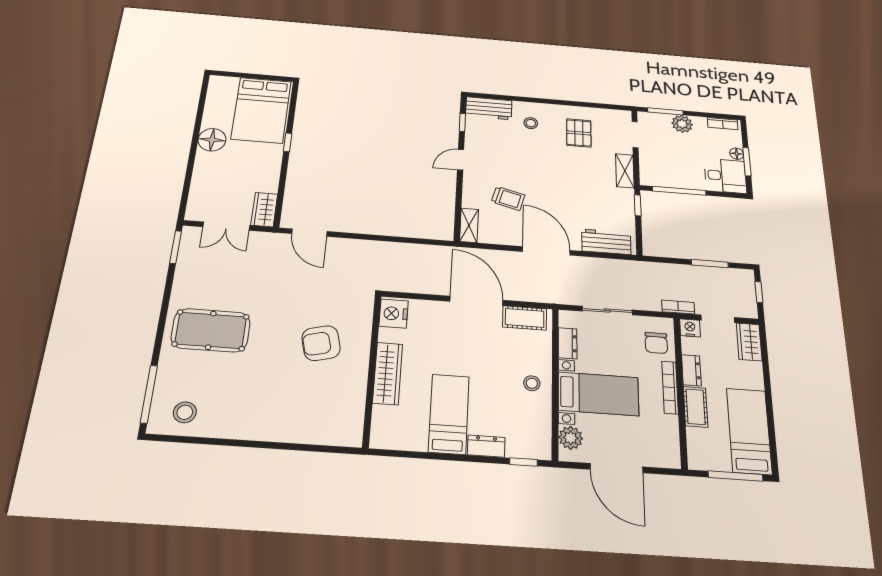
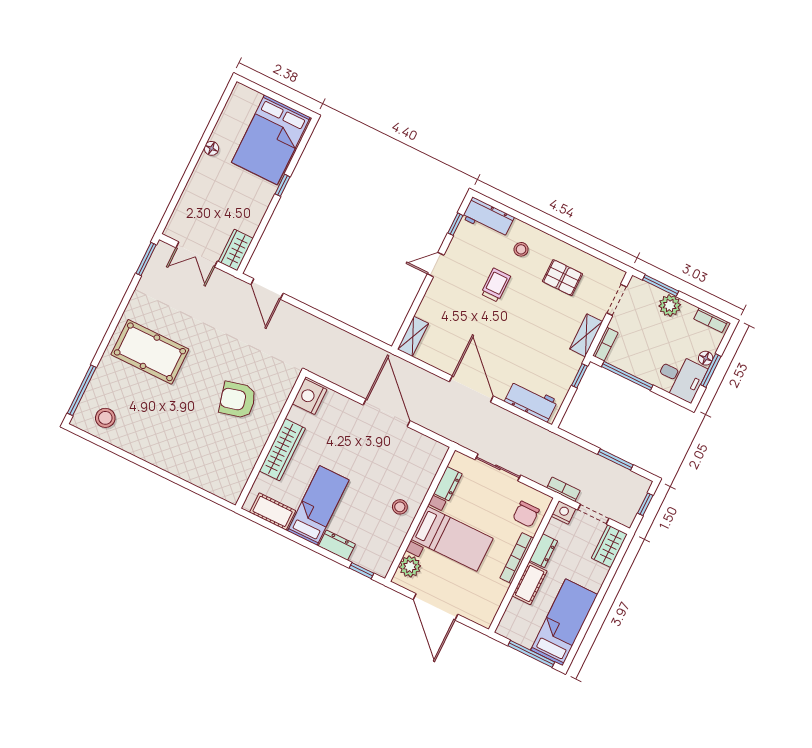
pallet: (579, 133) -> (562, 278), turned 90
floor lamp: (212, 140) -> (211, 148), width x0.53, depth x0.53
bookcase: (646, 172) -> (605, 344), added
trolley: (508, 198) -> (496, 285), moved, turned -105
cot: (525, 318) -> (273, 511), moved

